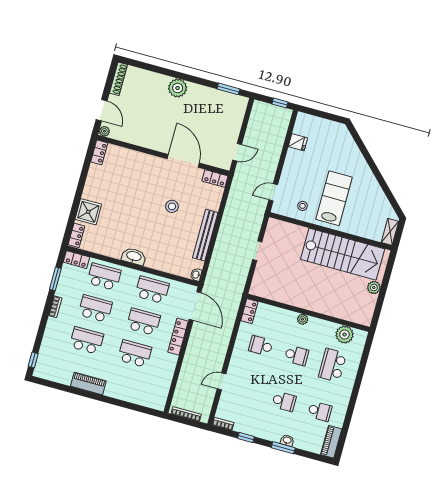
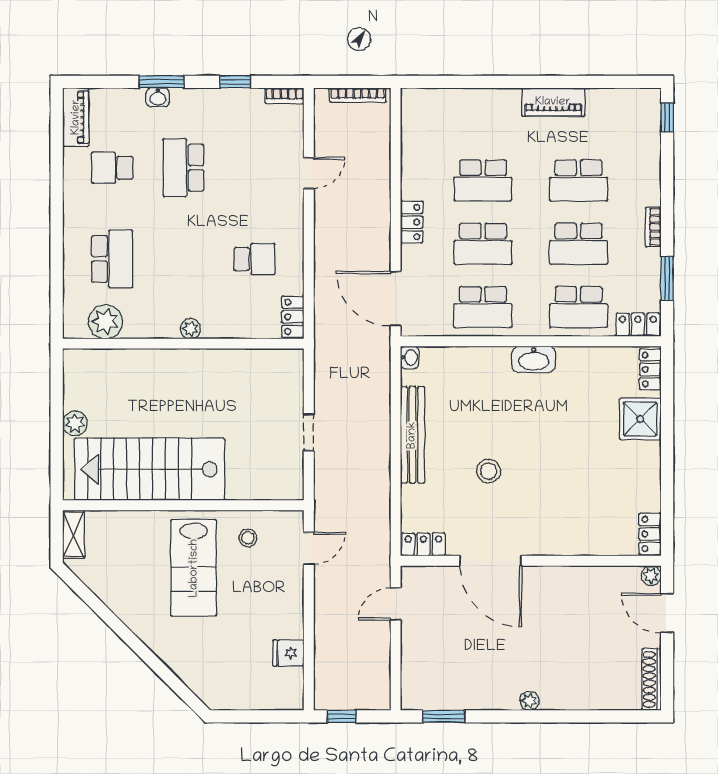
plant: (178, 88) -> (530, 701), width x0.53, depth x0.53
locker: (178, 337) -> (412, 222), width x0.66
school desk: (297, 355) -> (183, 259), removed
school desk: (284, 401) -> (183, 168), width x1.85

